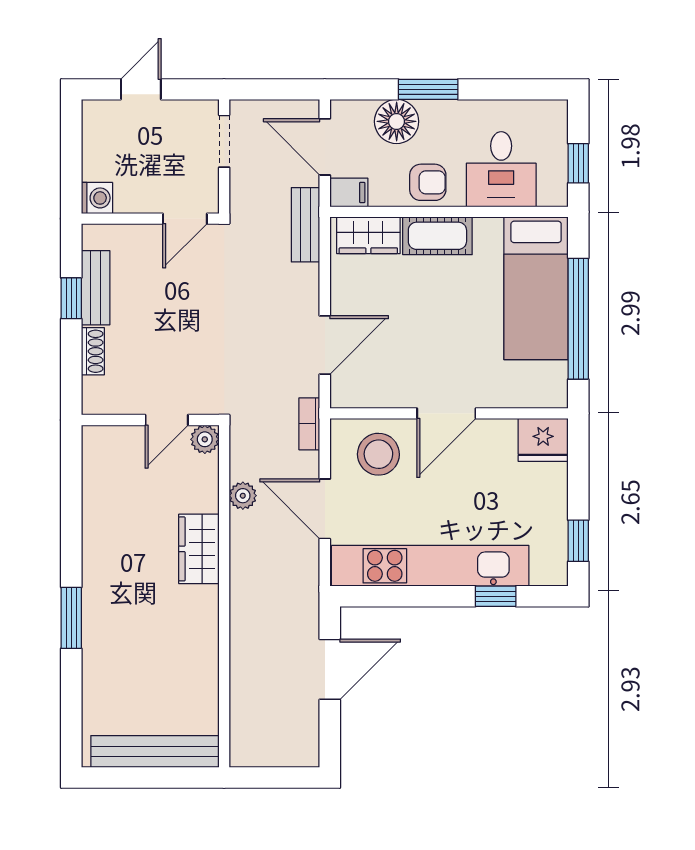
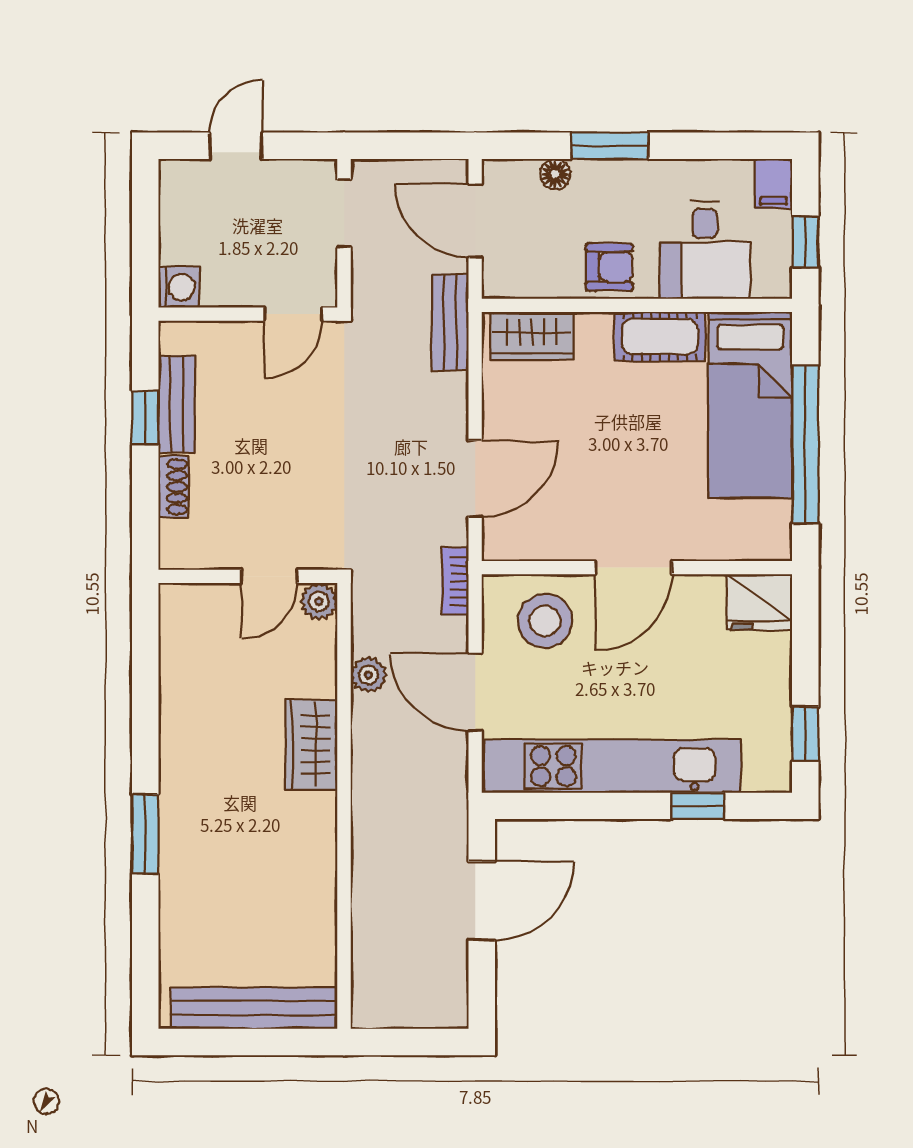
floor lamp: (397, 121) -> (555, 174), width x0.53, depth x0.53
filing cabinet: (349, 193) -> (773, 184), moved, turned 90
cot: (437, 236) -> (660, 337), moved

